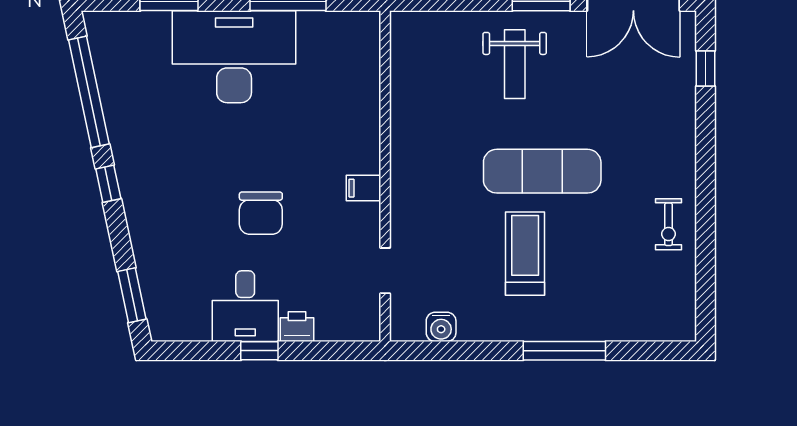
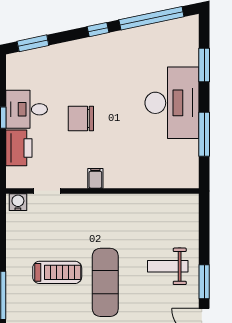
printer: (297, 327) -> (19, 148), width x1.87, depth x1.48
water cooler: (441, 327) -> (18, 202), moved, turned 90

